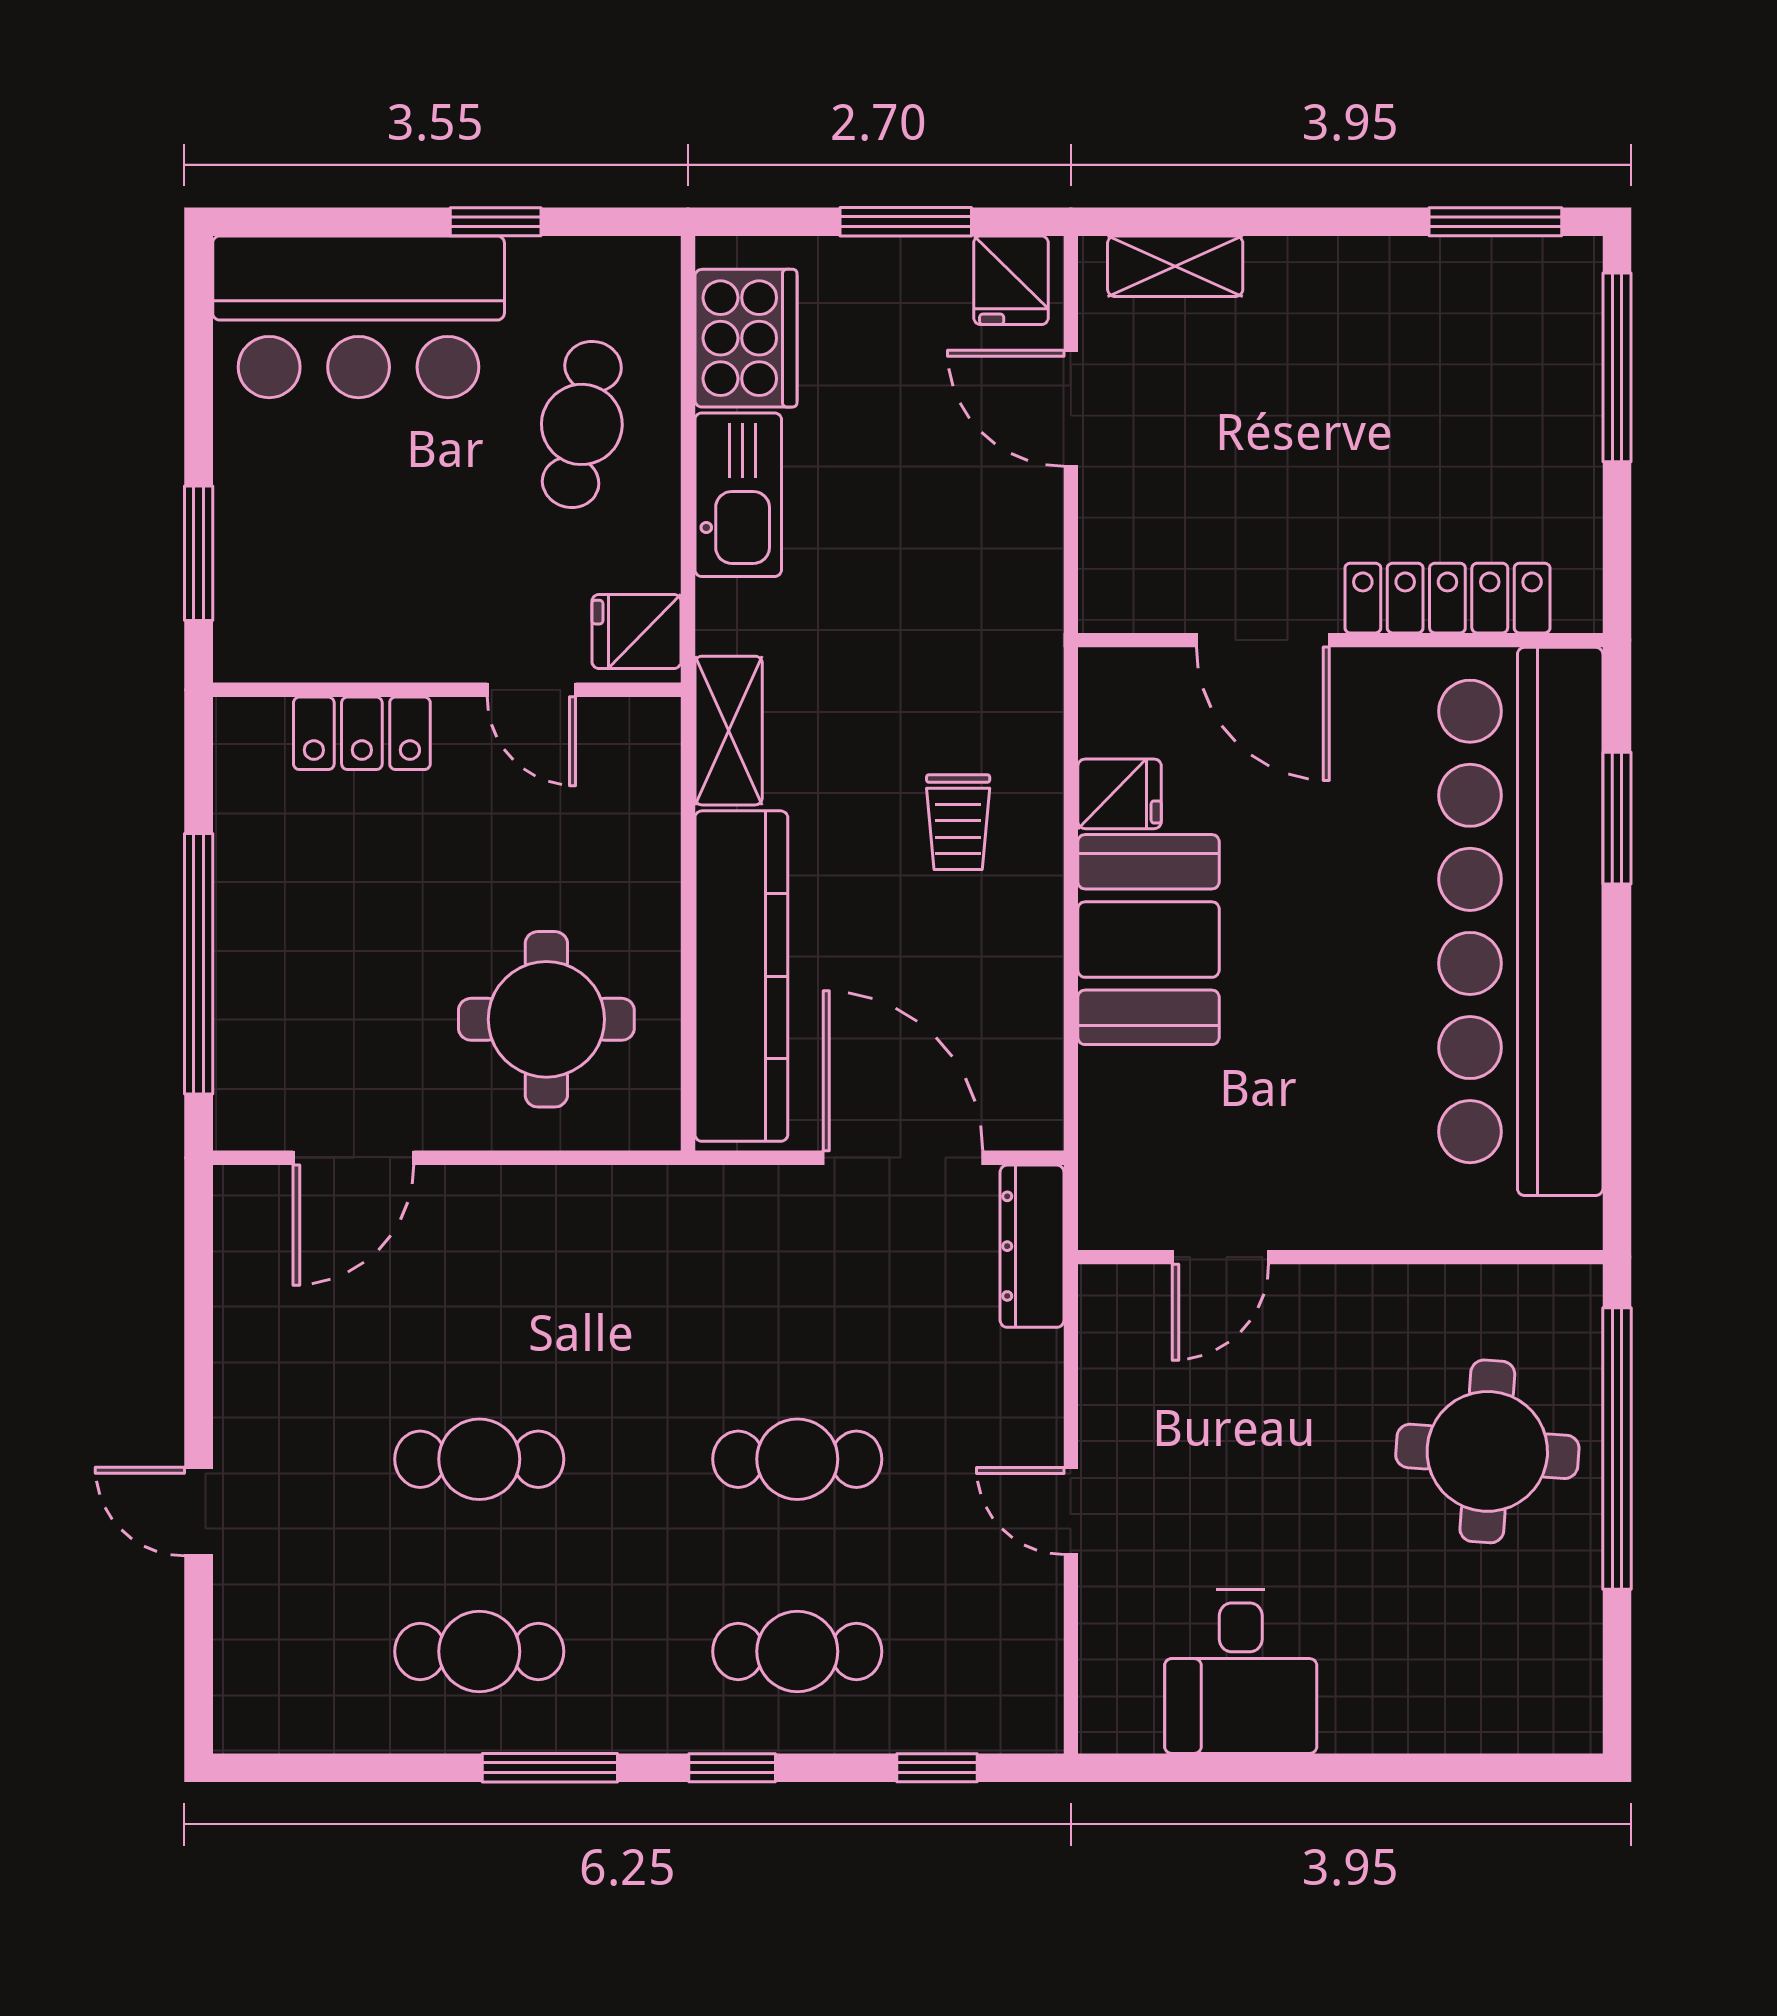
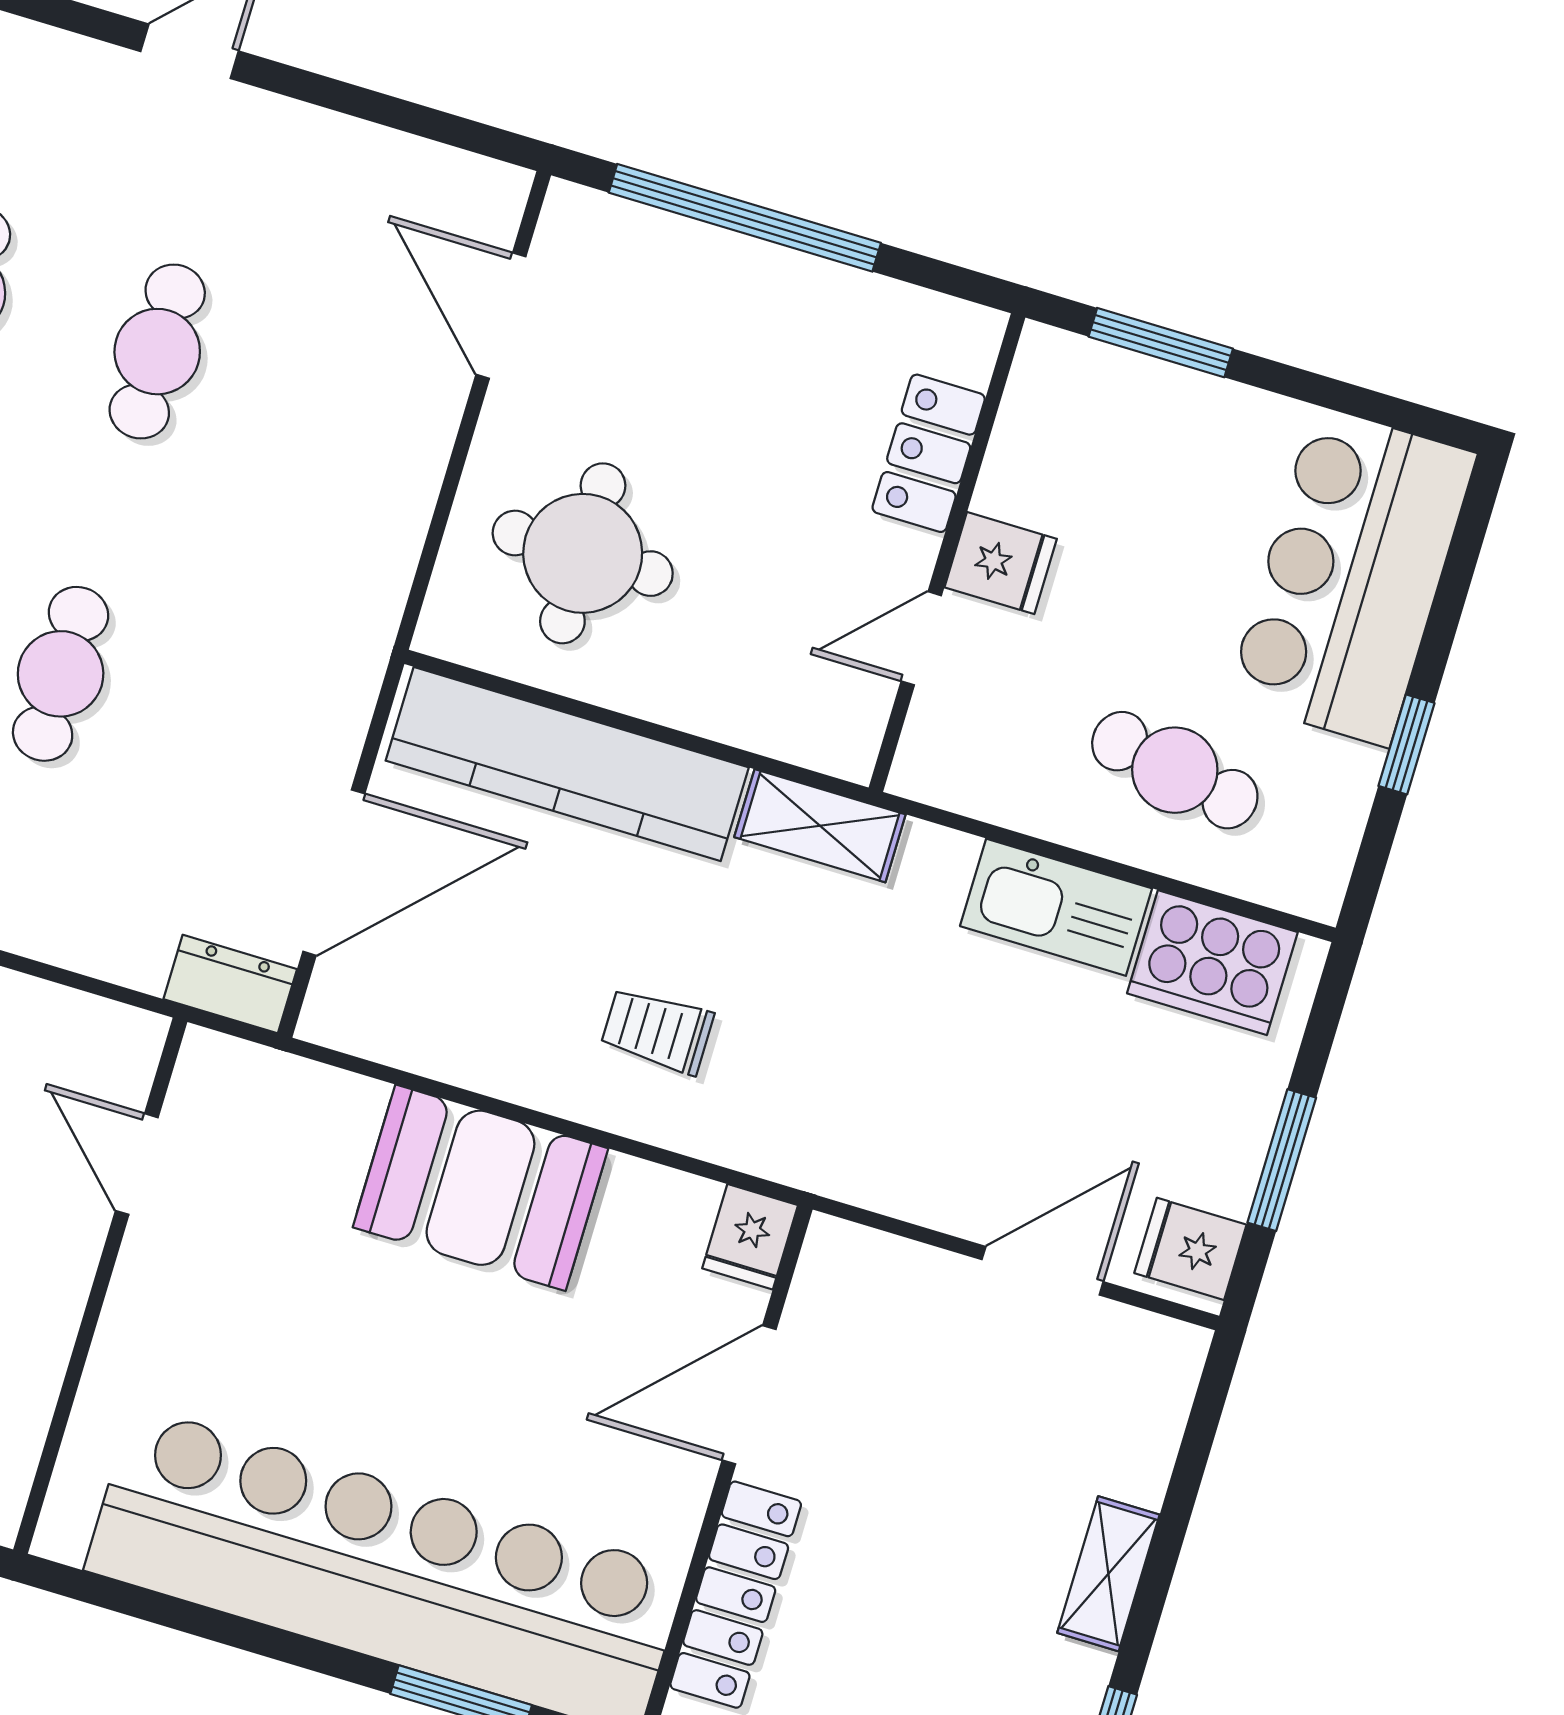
shelving: (1175, 266) -> (1108, 1574), moved
fridge: (636, 631) -> (1001, 563), moved, turned 90
fridge: (1120, 794) -> (750, 1237), moved
dresser: (1032, 1246) -> (230, 984), width x0.70

